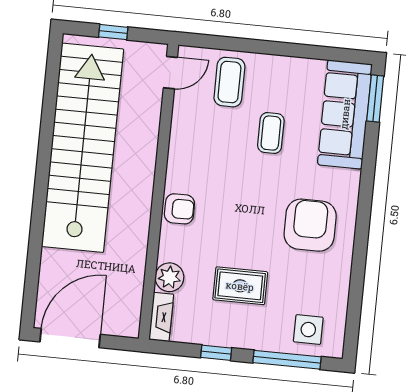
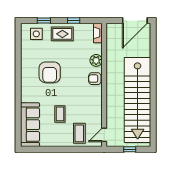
window: (375, 99) -> (18, 133), removed
armchair: (310, 225) -> (50, 72), moved
plant: (169, 277) -> (96, 60), moved
rug: (240, 286) -> (62, 34), moved
window: (287, 360) -> (44, 20), width x0.46

